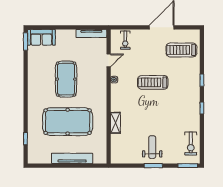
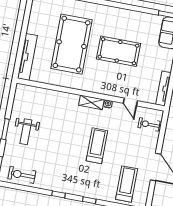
shelving: (116, 123) -> (91, 102), moved
weight bench: (152, 147) -> (26, 132), turned 90
tv unit: (72, 158) -> (27, 57), moved

